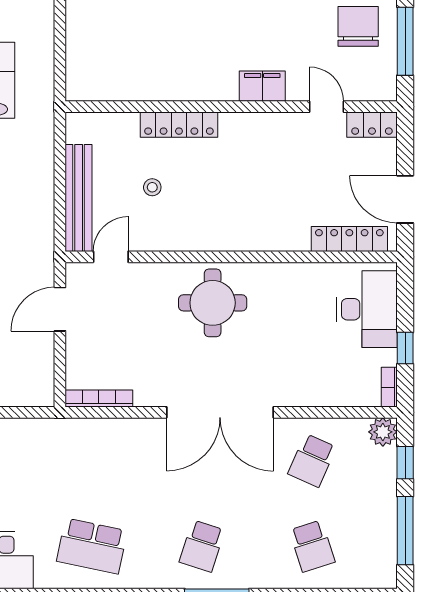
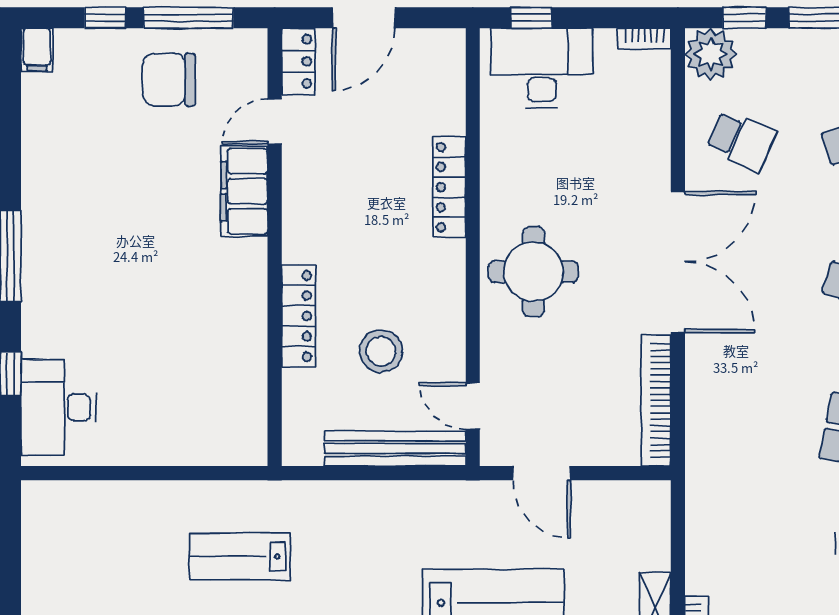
filing cabinet: (262, 86) -> (244, 191), width x1.50, depth x1.17
stool: (152, 187) -> (381, 351), width x1.89, depth x1.89
door: (405, 199) -> (364, 18), moved
locker: (349, 239) -> (449, 187), moved
window: (405, 348) -> (531, 18), moved
bookcase: (99, 398) -> (656, 400), width x1.48, depth x1.31
plant: (383, 432) -> (711, 54), width x1.36, depth x1.36

